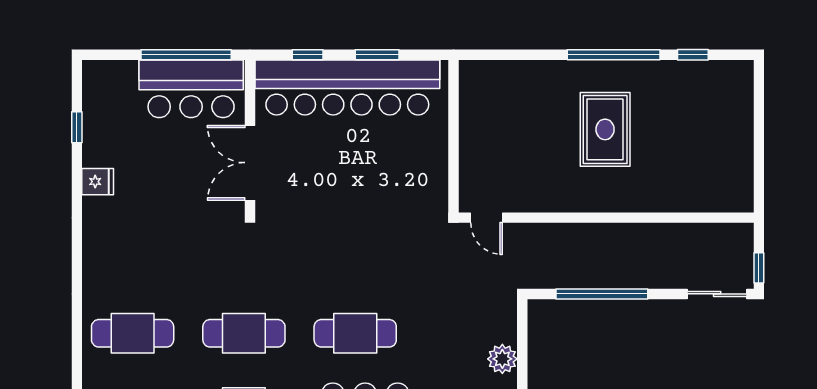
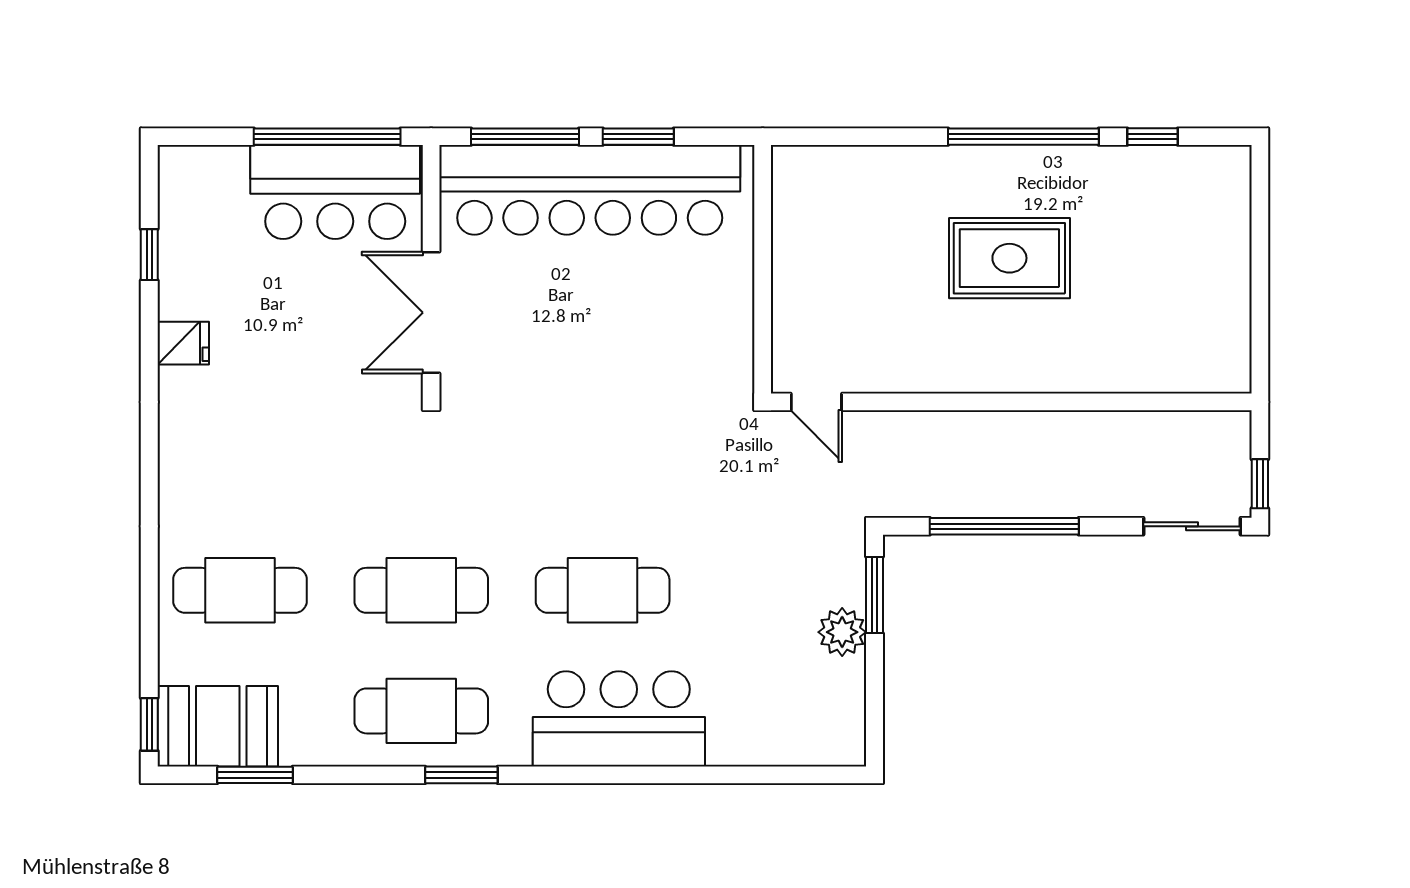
window: (308, 55) -> (525, 137), width x2.17
rug: (605, 129) -> (1009, 258), turned 90
window: (522, 336) -> (875, 595), added

